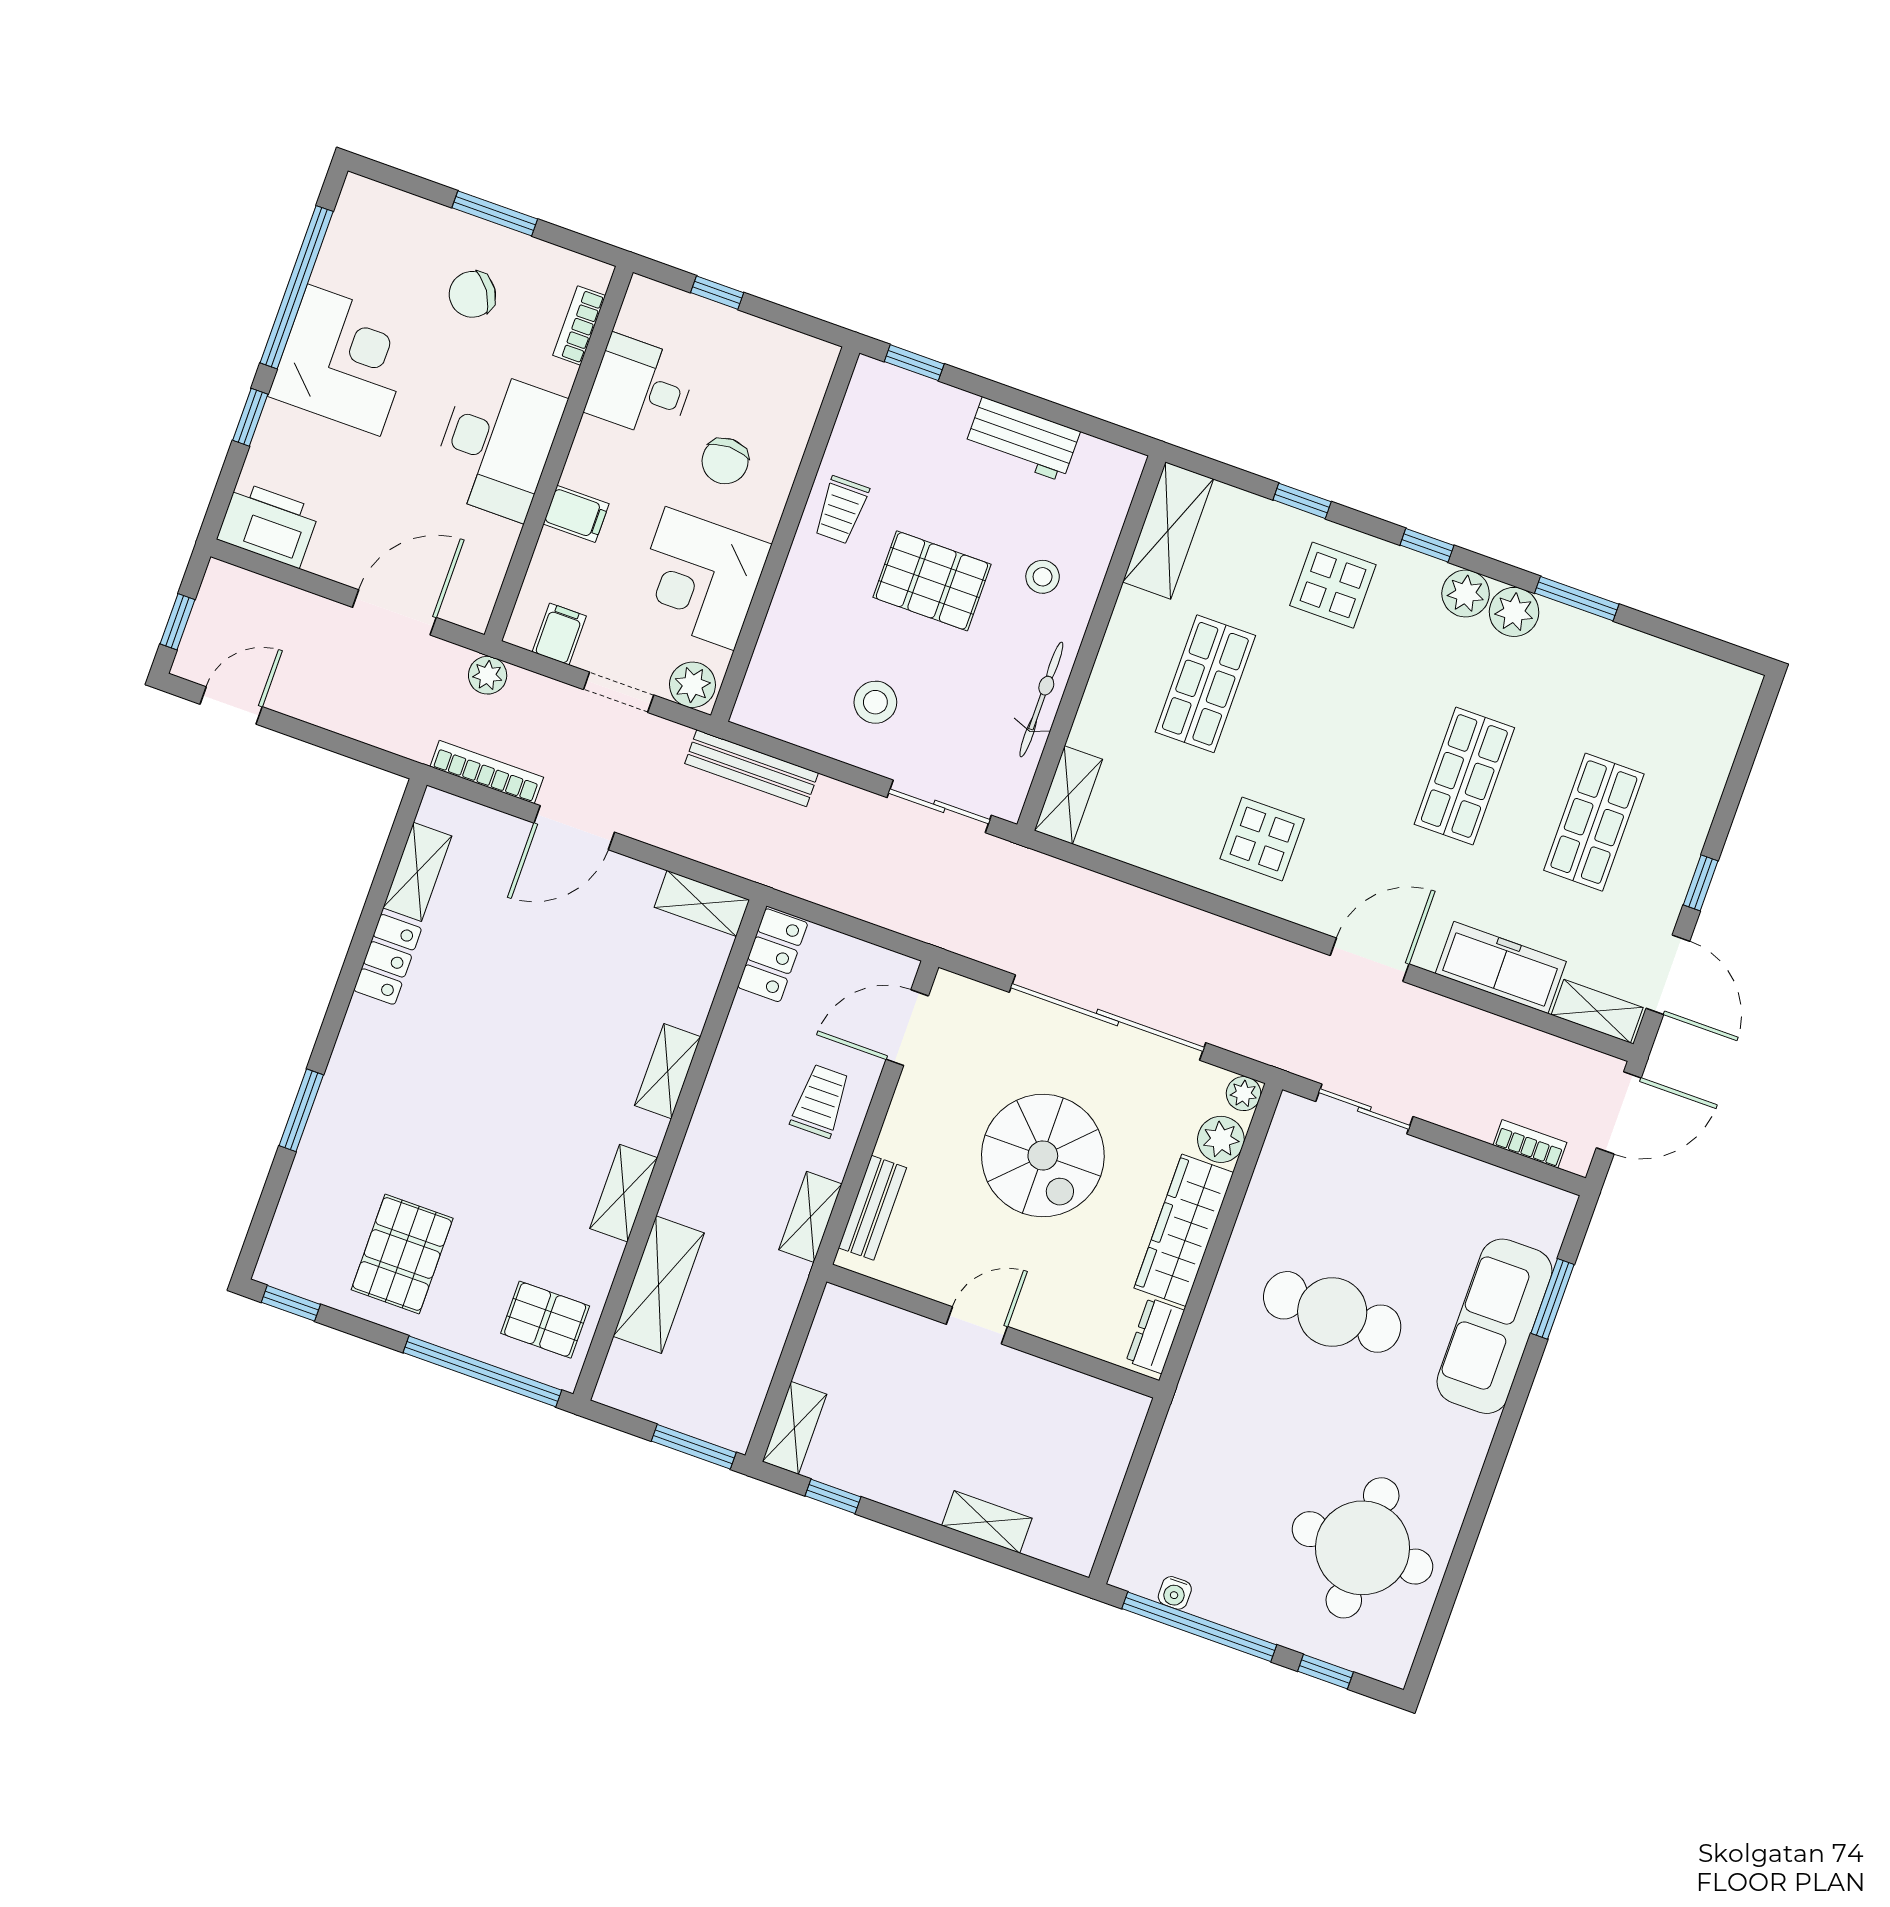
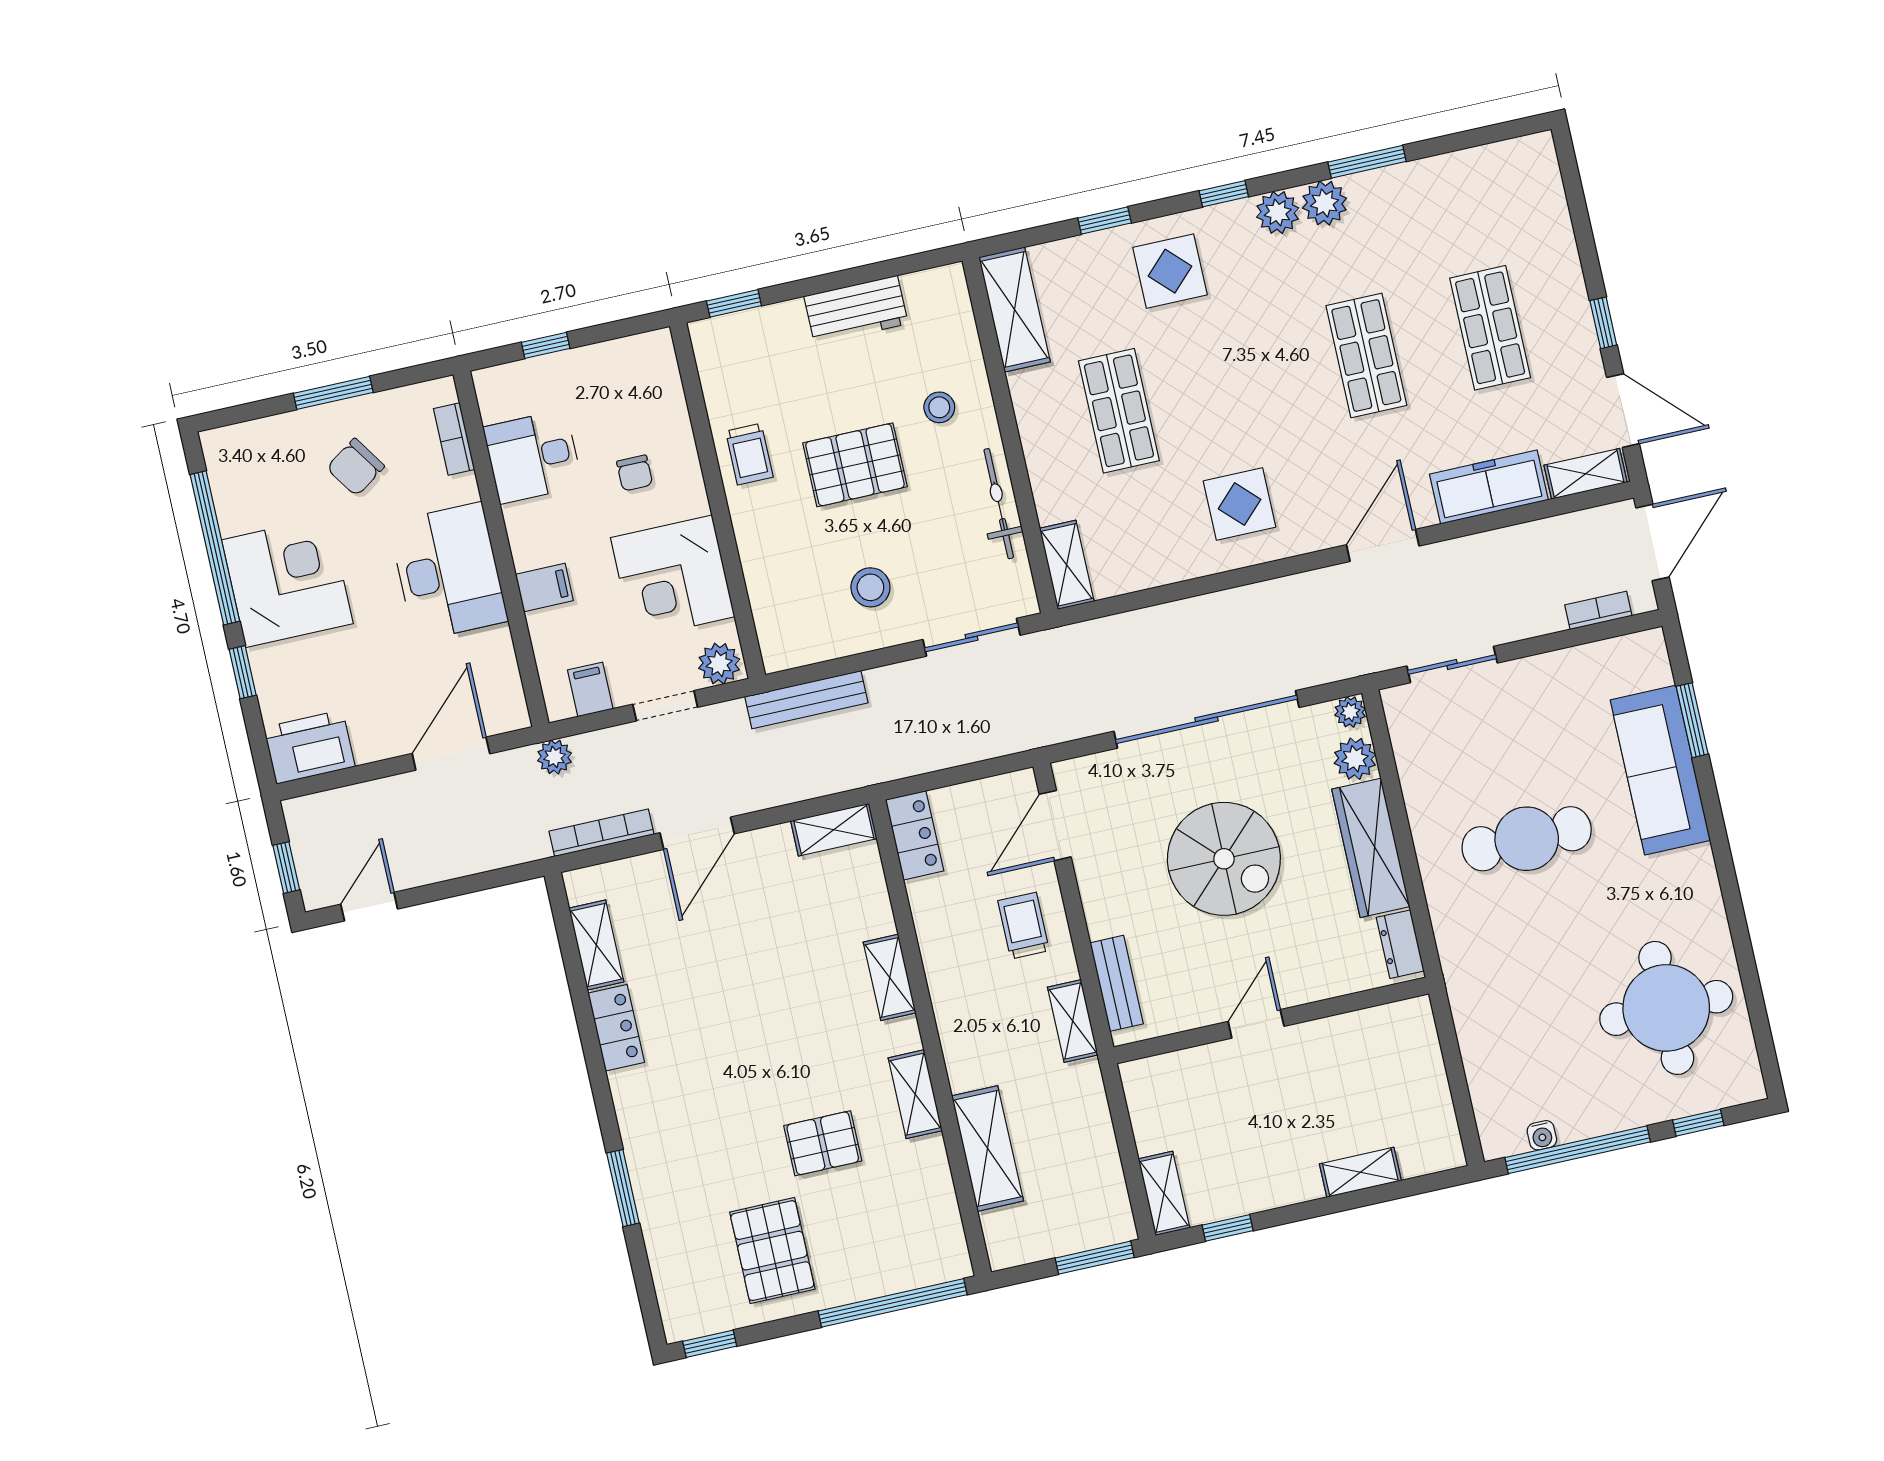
chair: (725, 461) -> (635, 473), width x0.73, depth x0.73
pallet: (545, 1320) -> (823, 1143), moved

